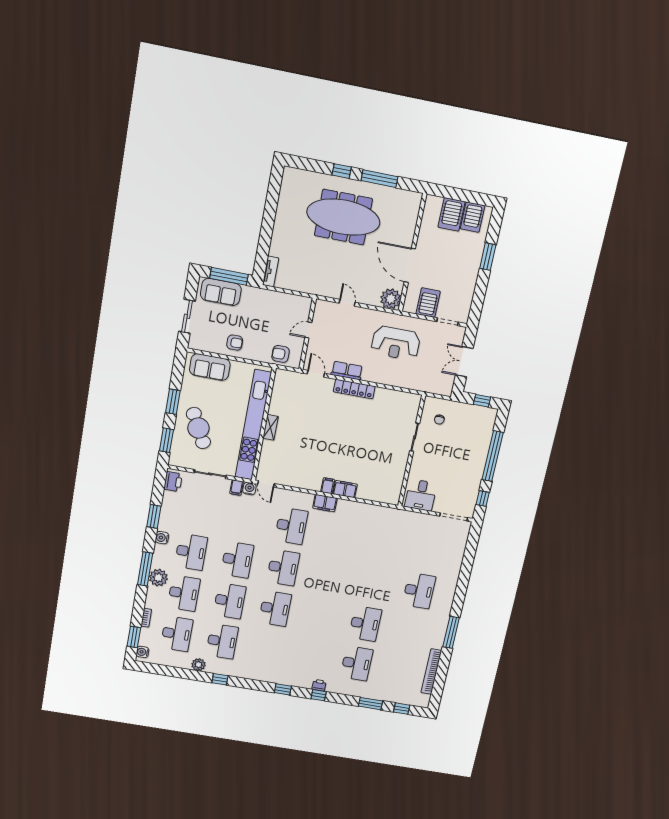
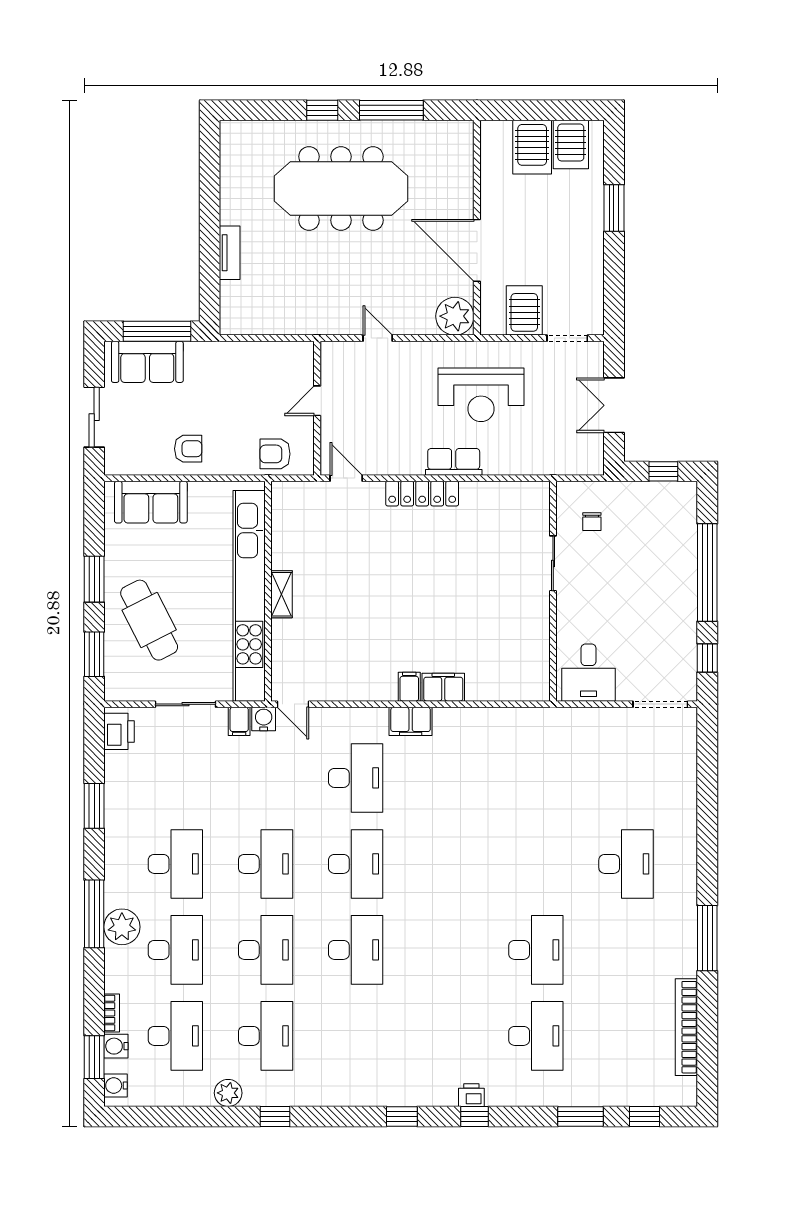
tv unit: (271, 271) -> (230, 253), moved
row of seats: (347, 371) -> (454, 462), moved
water cooler: (162, 538) -> (116, 1046), moved

